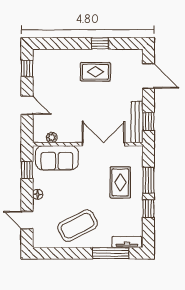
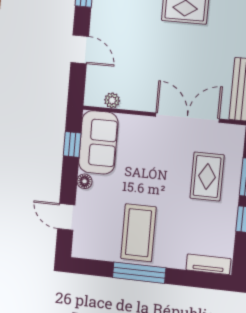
sofa: (57, 158) -> (98, 142), moved, turned -90
coffee table: (78, 226) -> (138, 233), turned -63
window: (111, 253) -> (139, 273), moved

